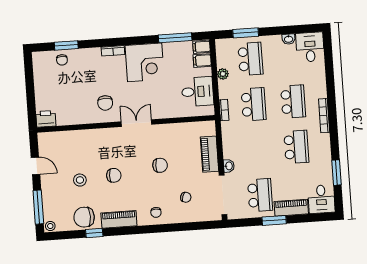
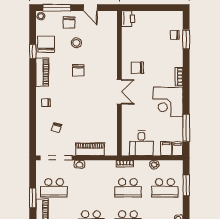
chair: (160, 165) -> (69, 22), moved
door: (35, 166) -> (90, 8), hinge flipped

